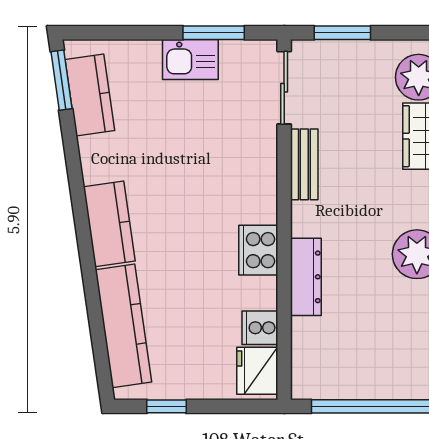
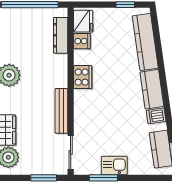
bench: (304, 164) -> (61, 111), width x1.36
dishwasher: (100, 166) -> (156, 116), added
dresser: (306, 277) -> (61, 35), moved

